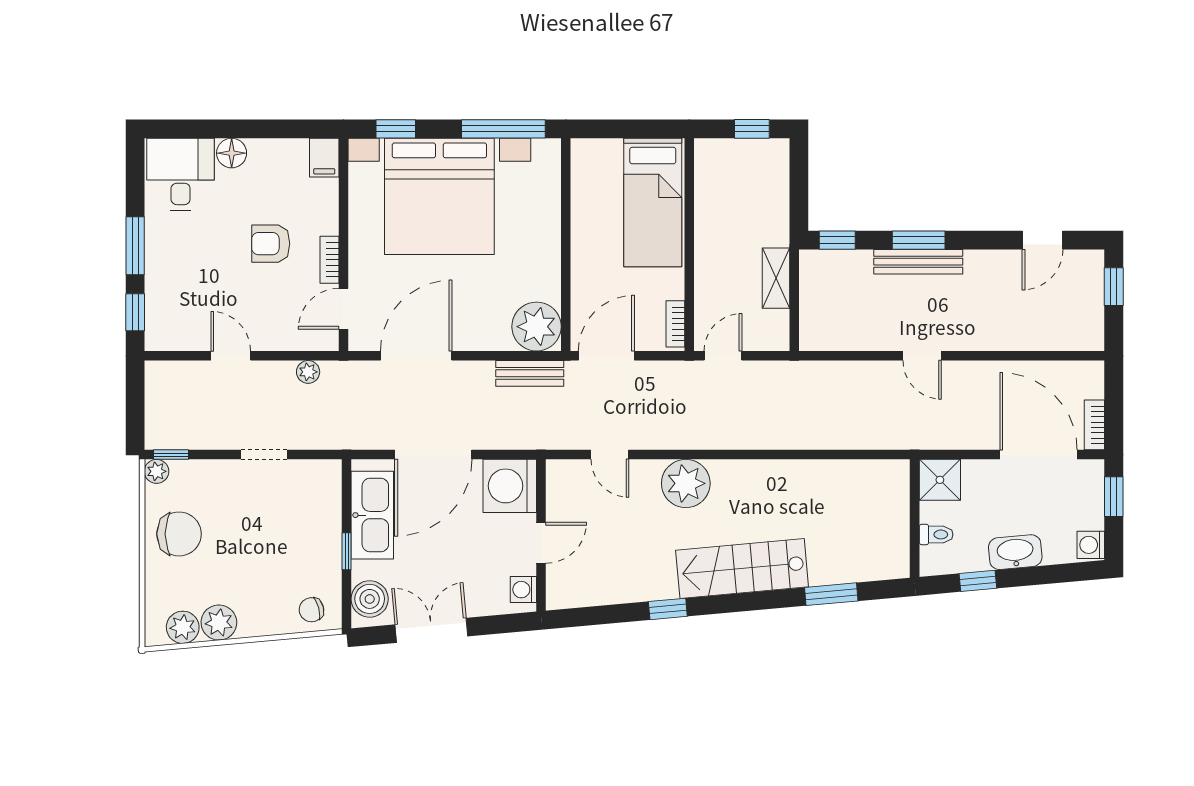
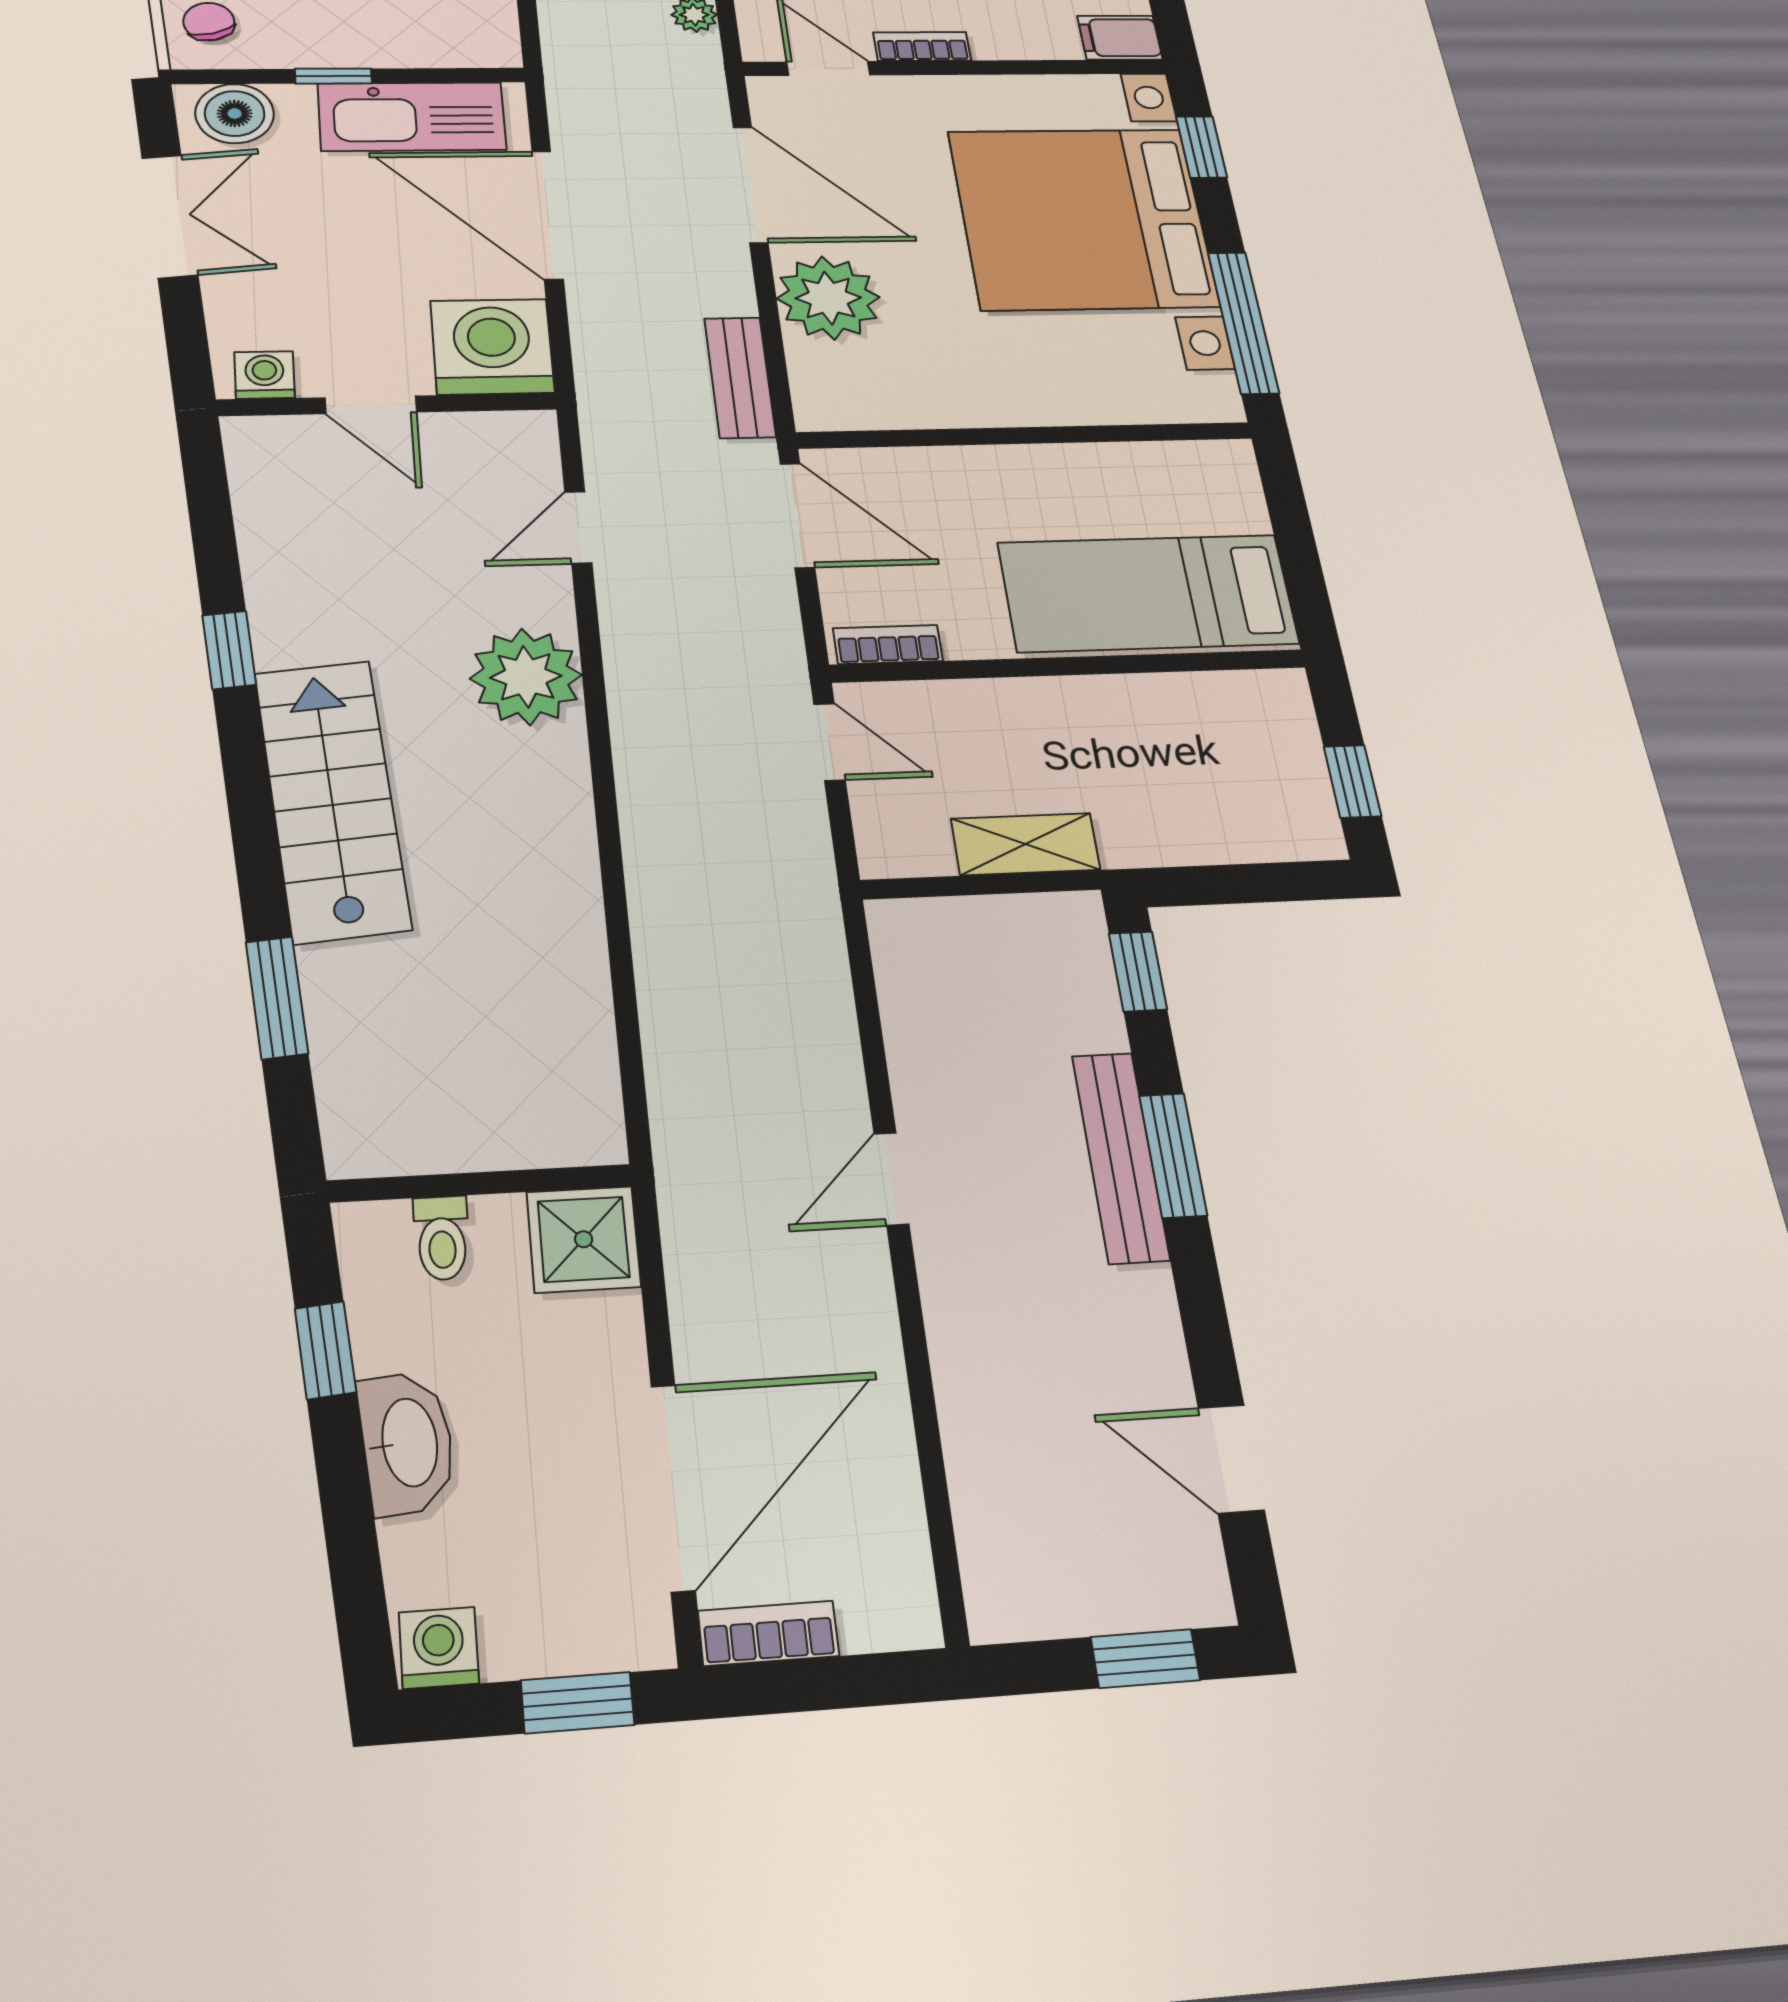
plant: (537, 327) -> (828, 298), moved

